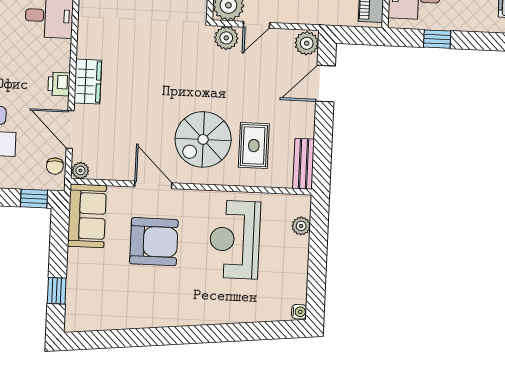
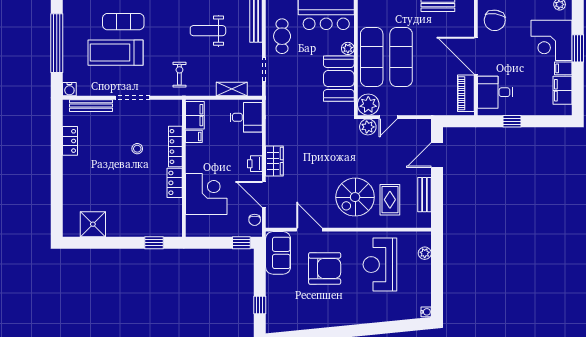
plant: (307, 43) -> (423, 128), removed
bench: (304, 164) -> (424, 195), moved
plant: (80, 171) -> (272, 222), removed
door: (153, 185) -> (309, 230), moved

